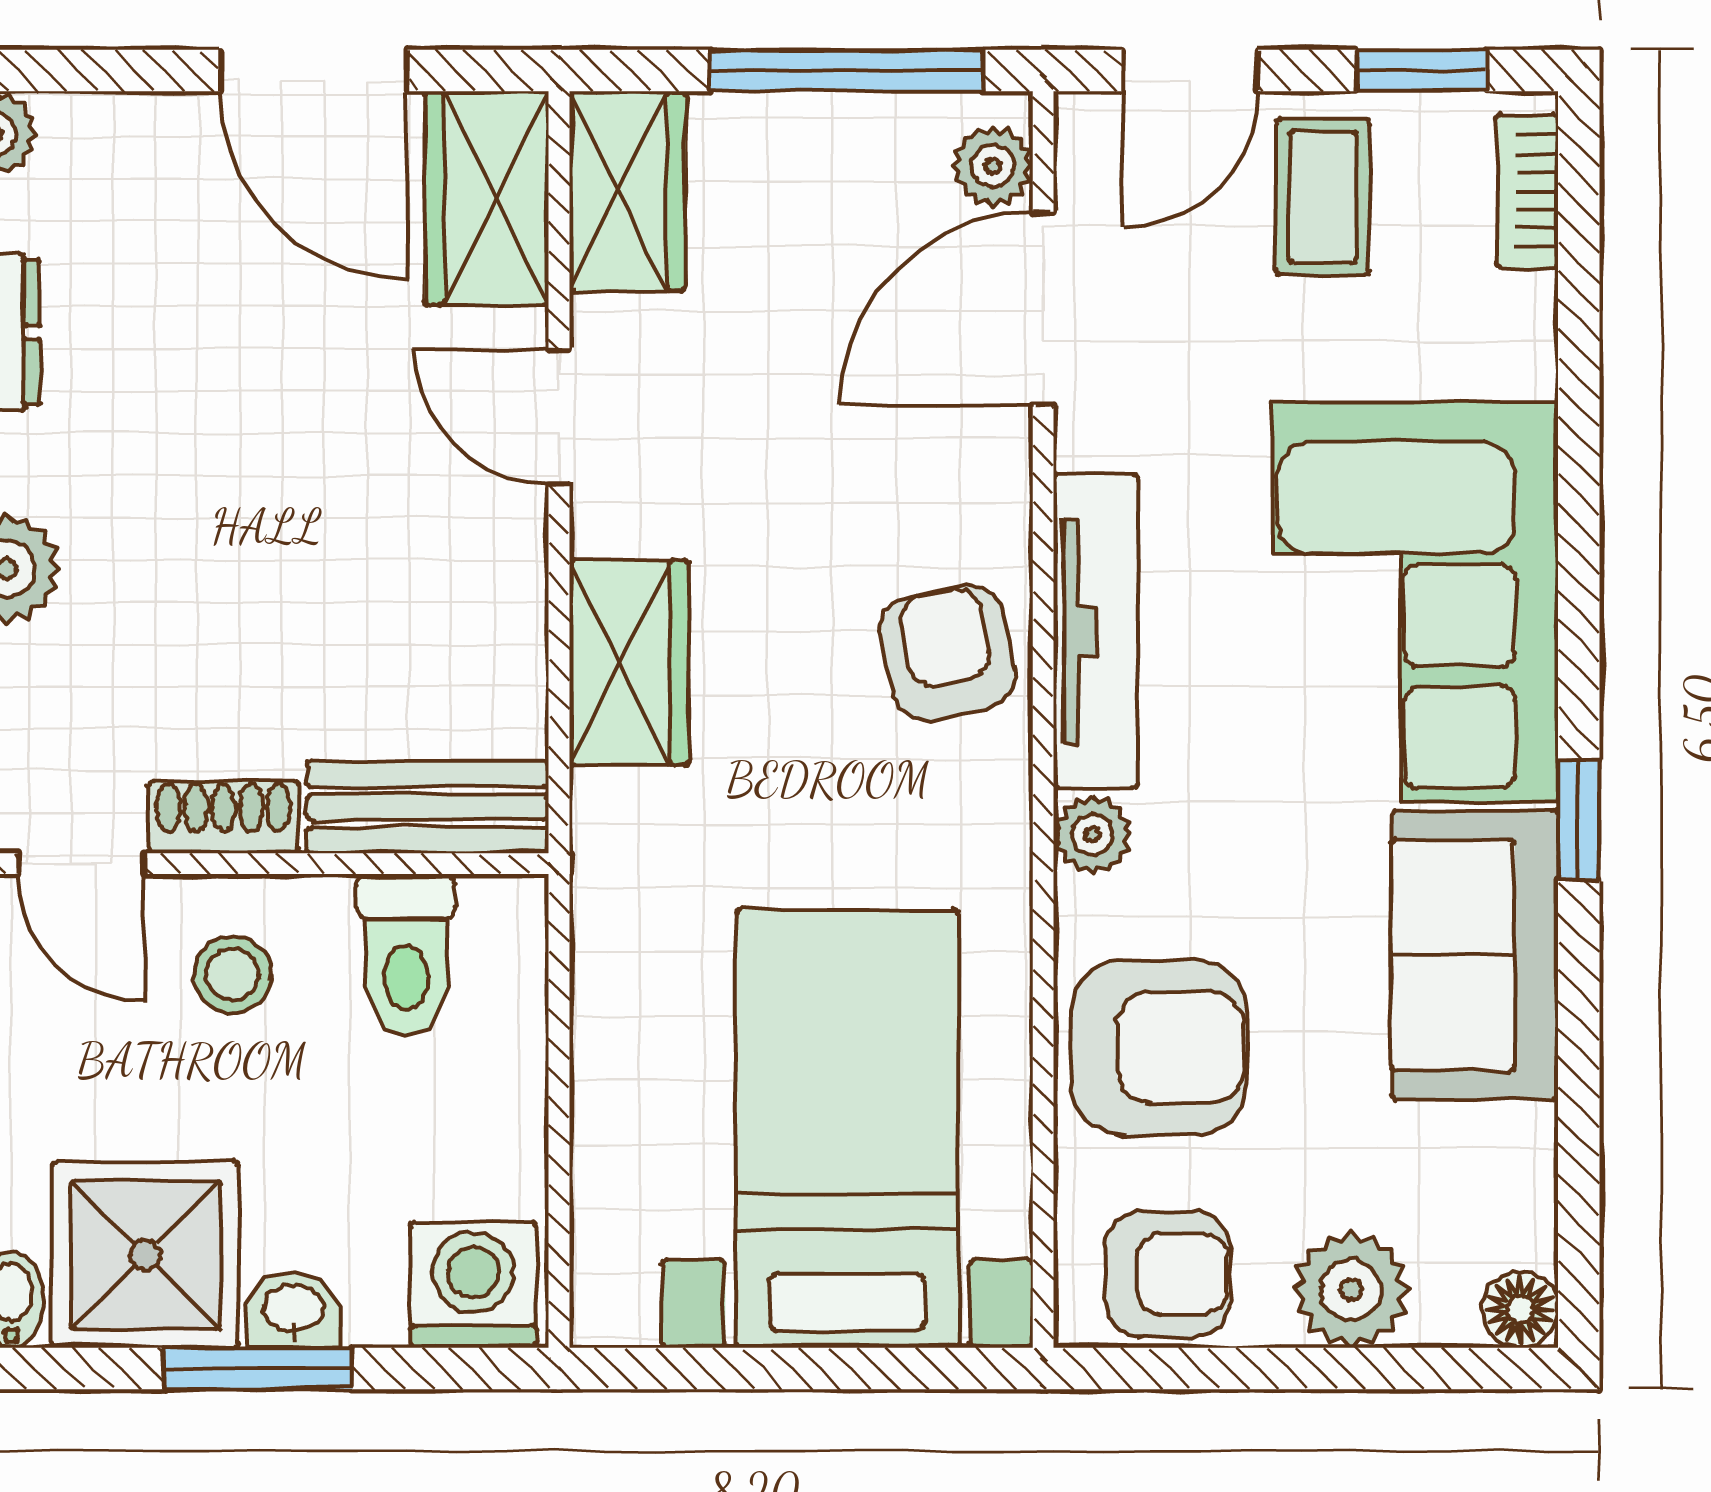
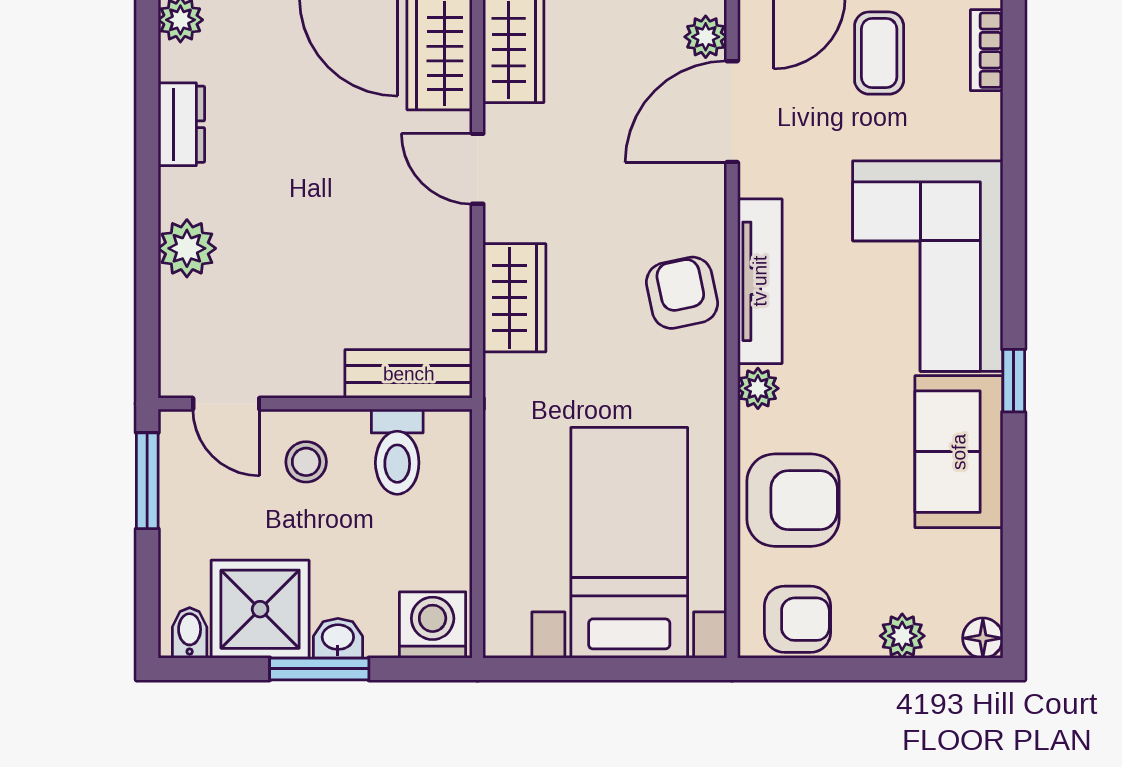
shoe rack: (224, 817) -> (301, 379), removed
plant: (1351, 1290) -> (902, 636), width x0.73, depth x0.73

